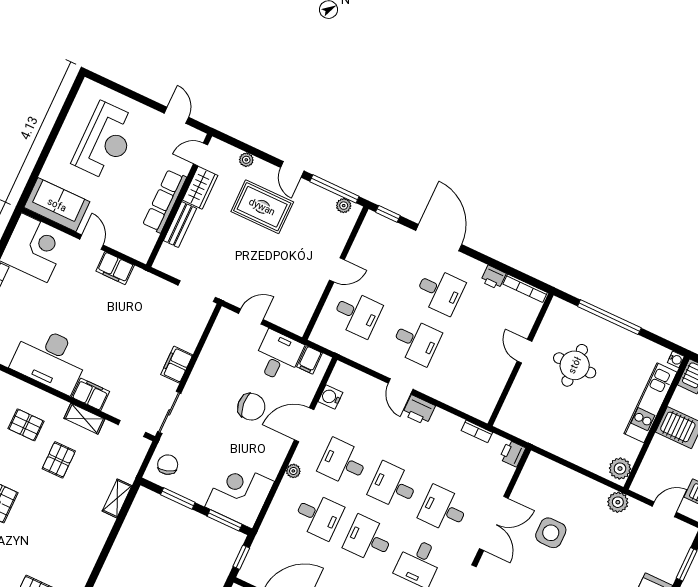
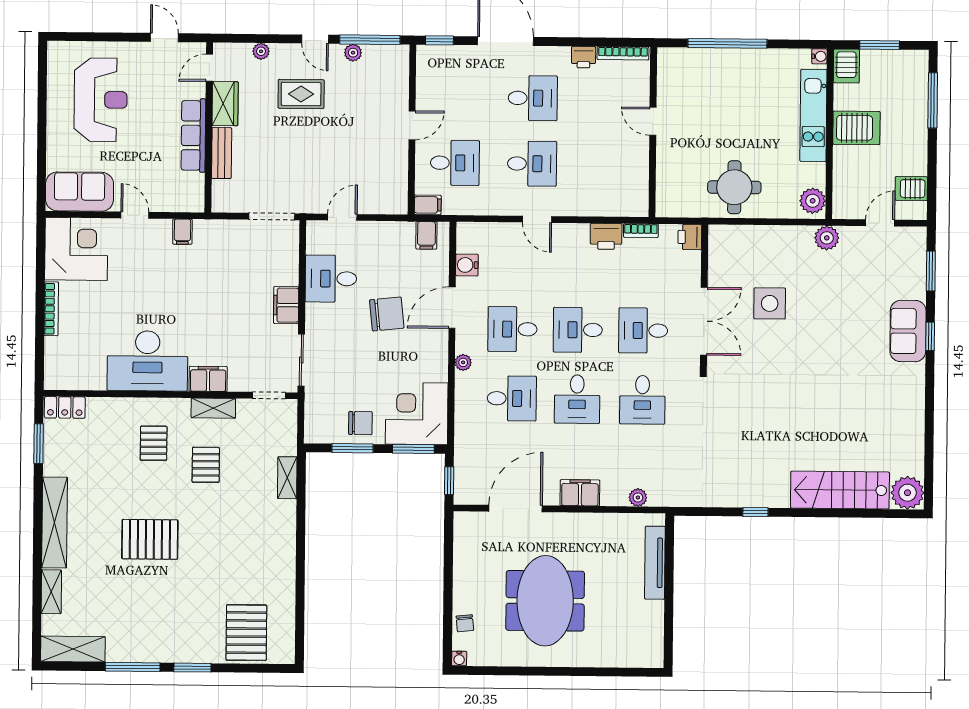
plant: (344, 206) -> (353, 53), moved
rug: (262, 207) -> (301, 94), width x0.73, depth x0.70
filing cabinet: (115, 268) -> (182, 232), width x0.50
filing cabinet: (321, 337) -> (428, 205), added
desk: (278, 356) -> (331, 279), moved, turned -90
round table: (575, 365) -> (734, 187), moved
printer: (419, 410) -> (606, 236), moved
pallet: (26, 425) -> (154, 443), turned 90
chair: (168, 465) -> (360, 423), moved, turned 108
desk: (369, 539) -> (577, 399), turned -90

